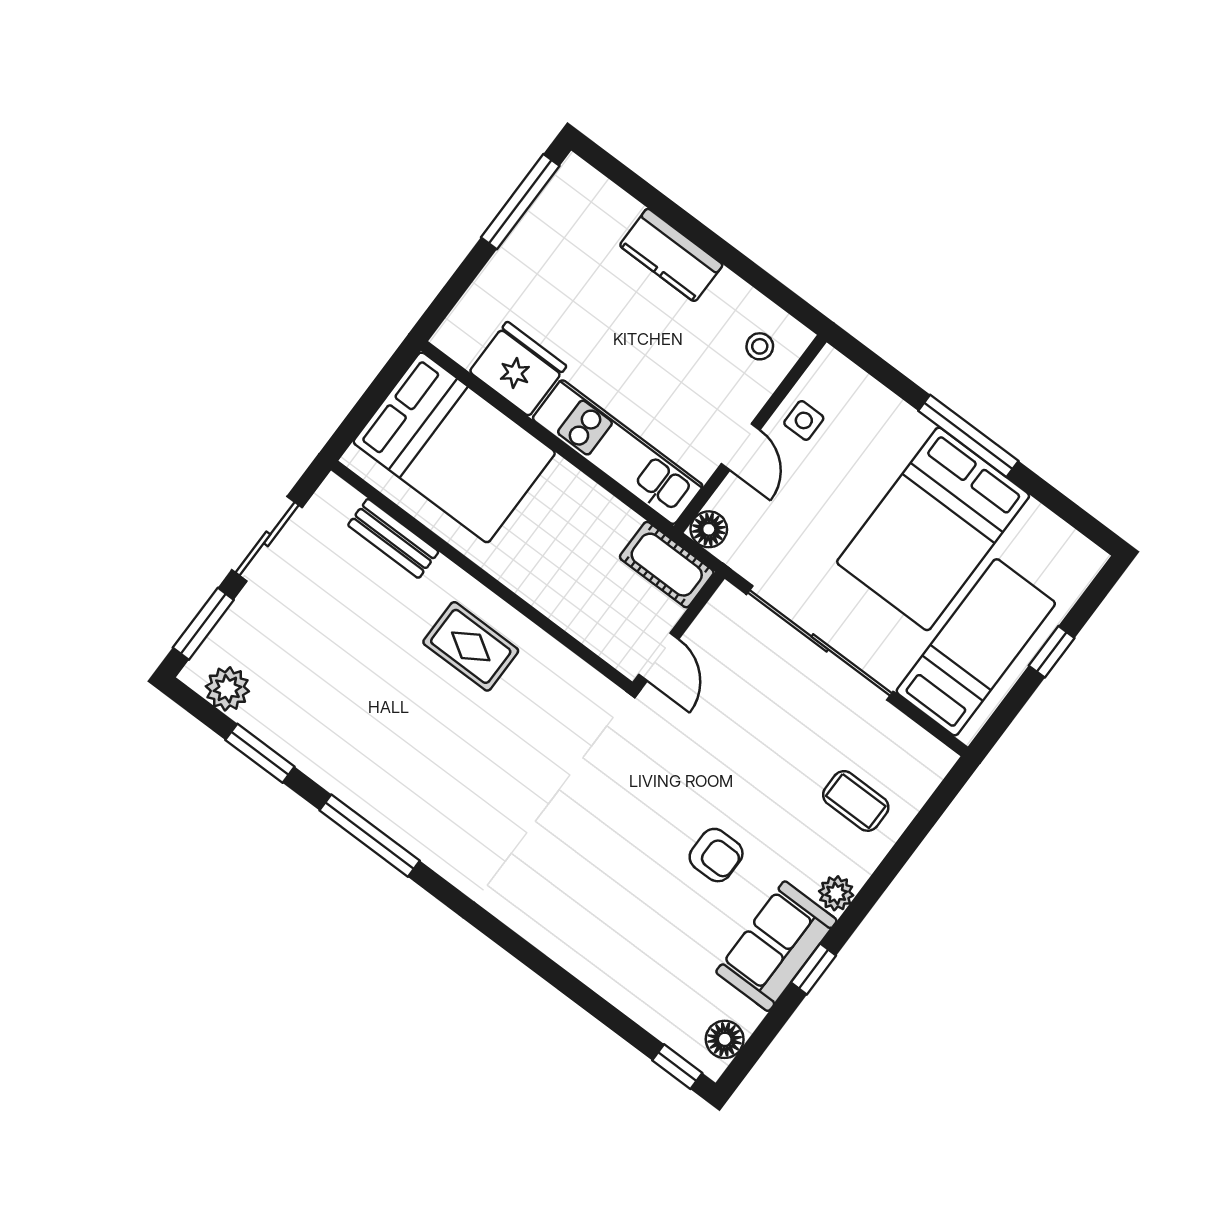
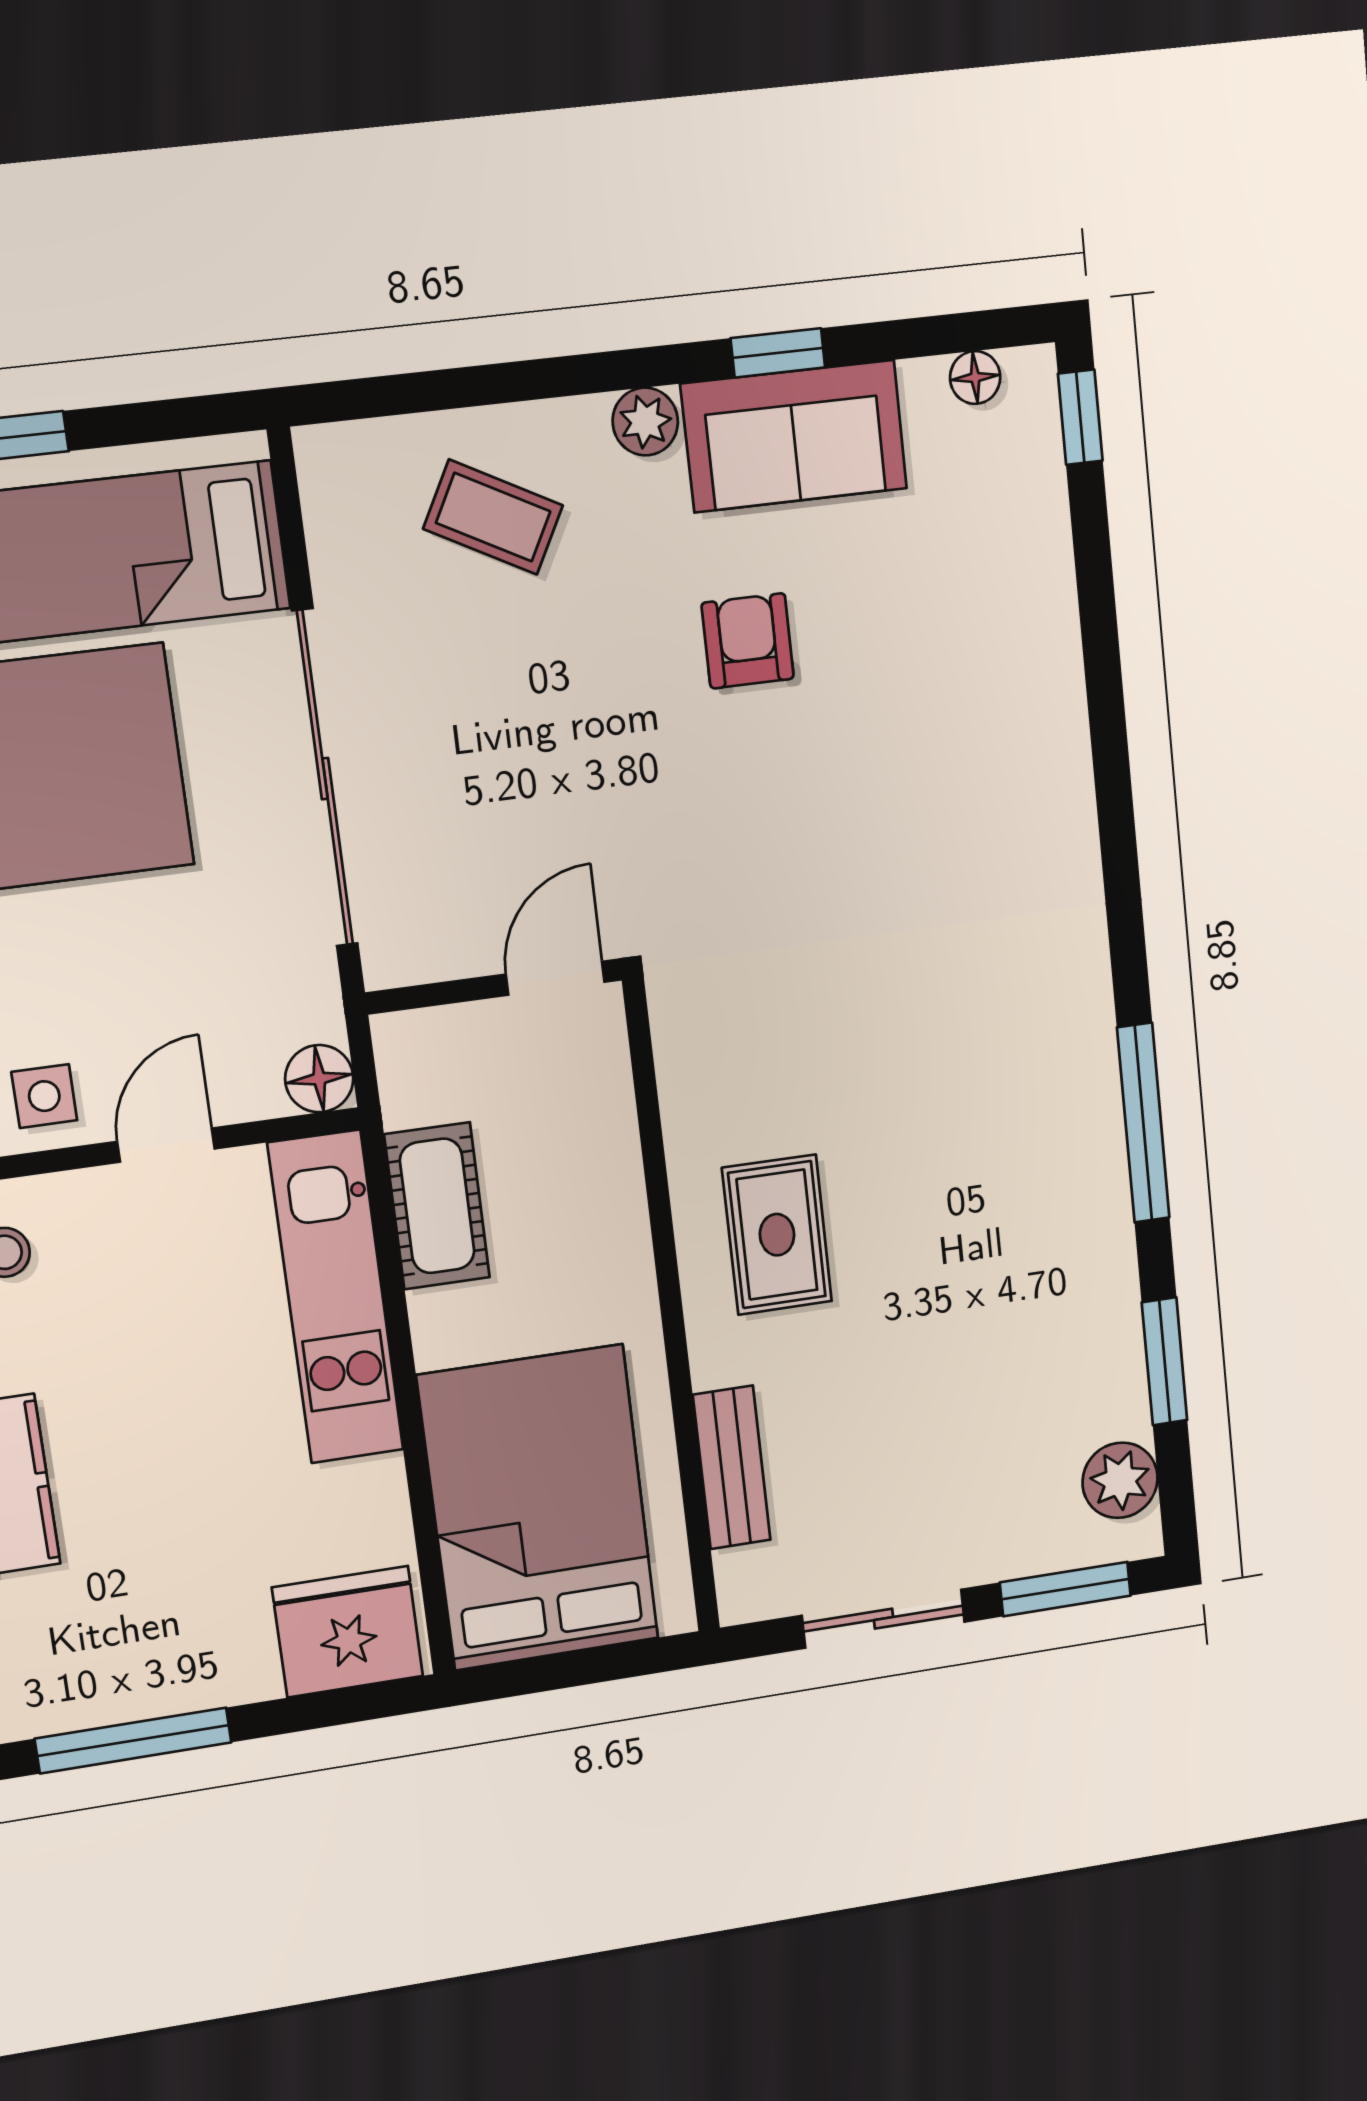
fridge: (518, 369) -> (348, 1632), moved, turned 90
cot: (667, 565) -> (437, 1206), moved
coffee table: (856, 801) -> (493, 517), turned -62
floor lamp: (725, 1039) -> (975, 377), width x0.73, depth x0.73

